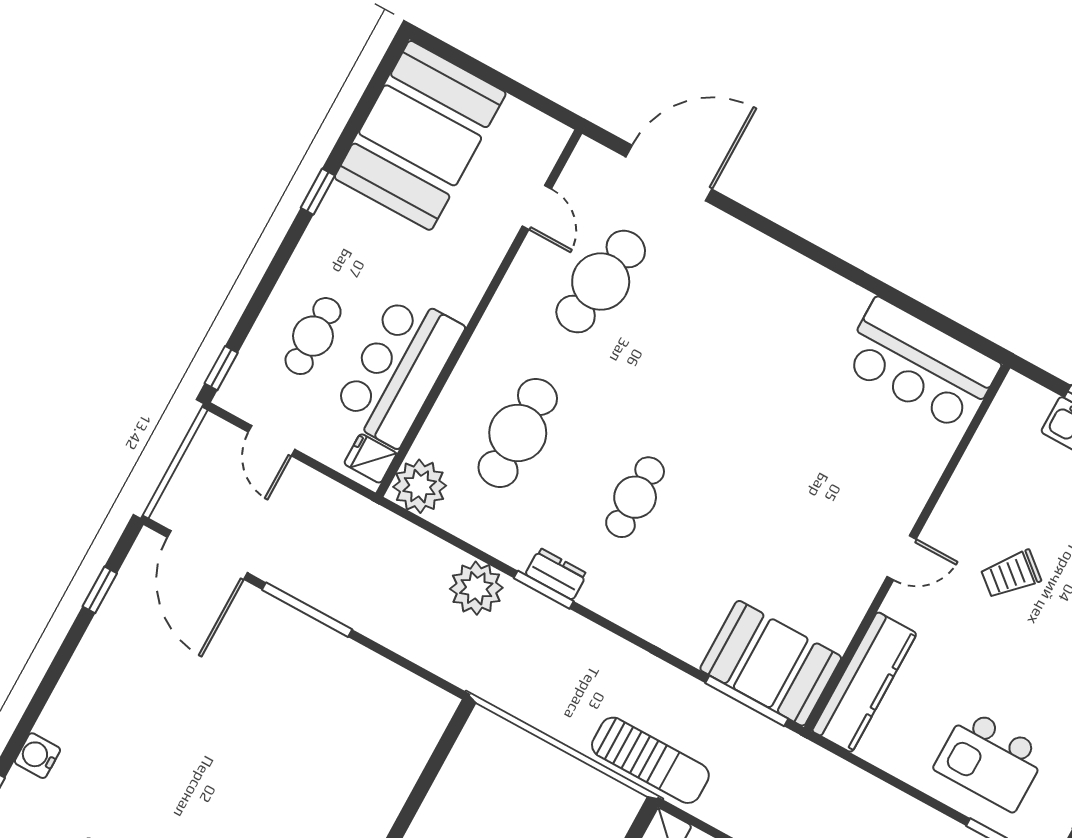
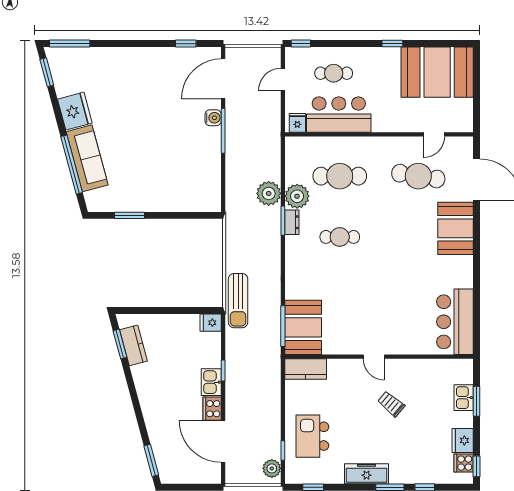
booth: (741, 265) -> (456, 228), added
plant: (420, 486) -> (297, 196), moved
kitchen counter: (864, 682) -> (306, 369), width x0.67
water cooler: (37, 756) -> (213, 118), moved, turned 90

